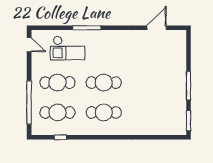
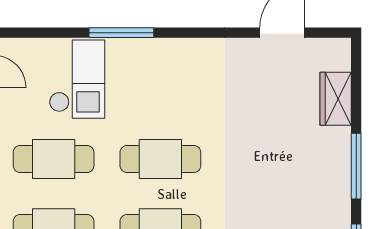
checkout: (68, 48) -> (77, 79), turned -90
wardrobe: (180, 56) -> (336, 99), added

